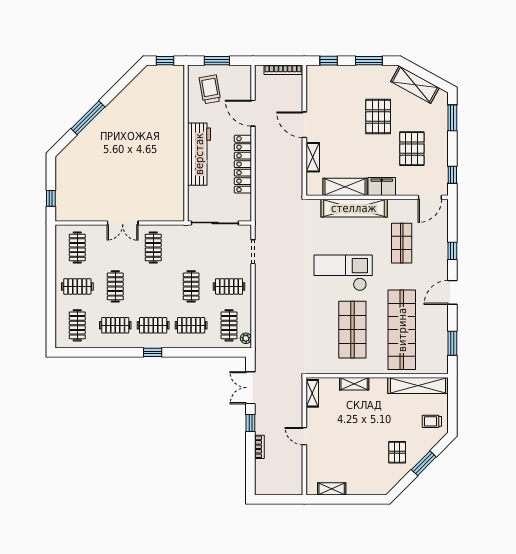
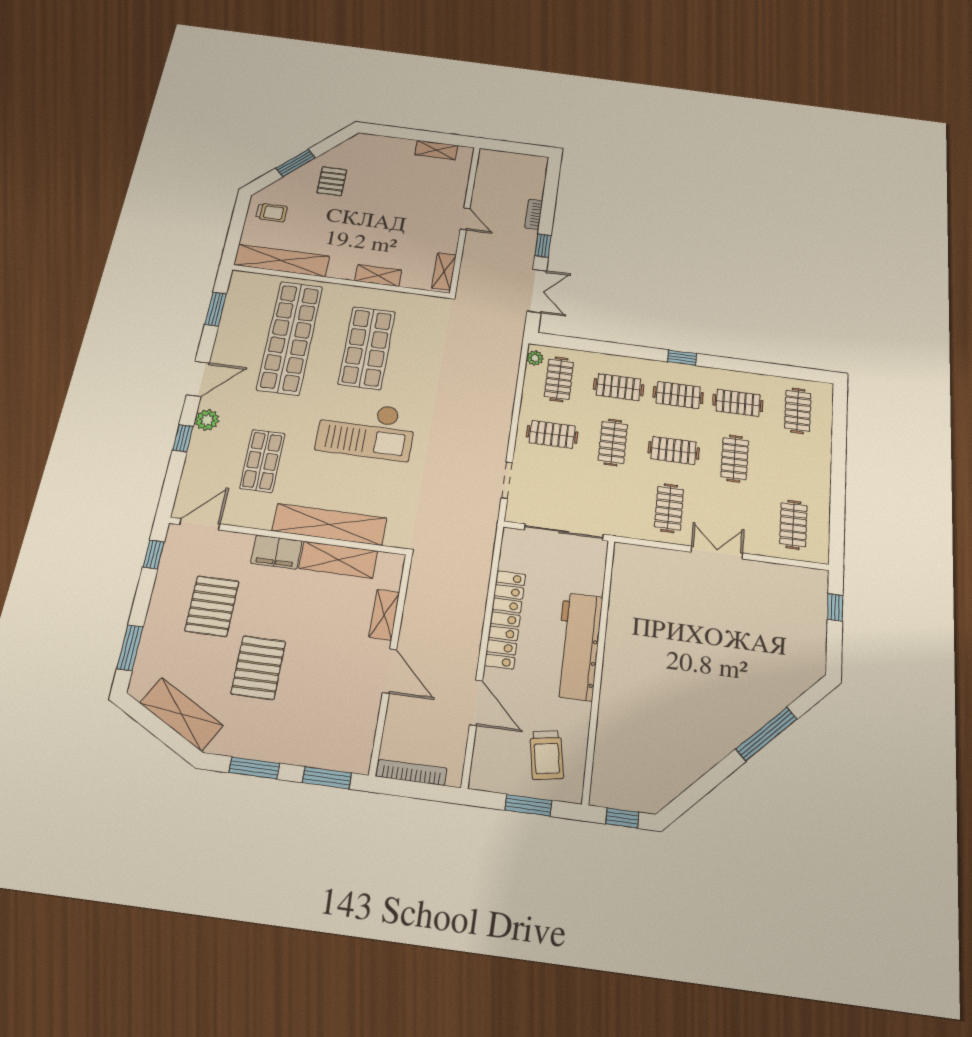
window: (329, 61) -> (327, 778), width x1.50
plant: (441, 265) -> (207, 420), added
clothes rail: (77, 286) -> (674, 450), moved

